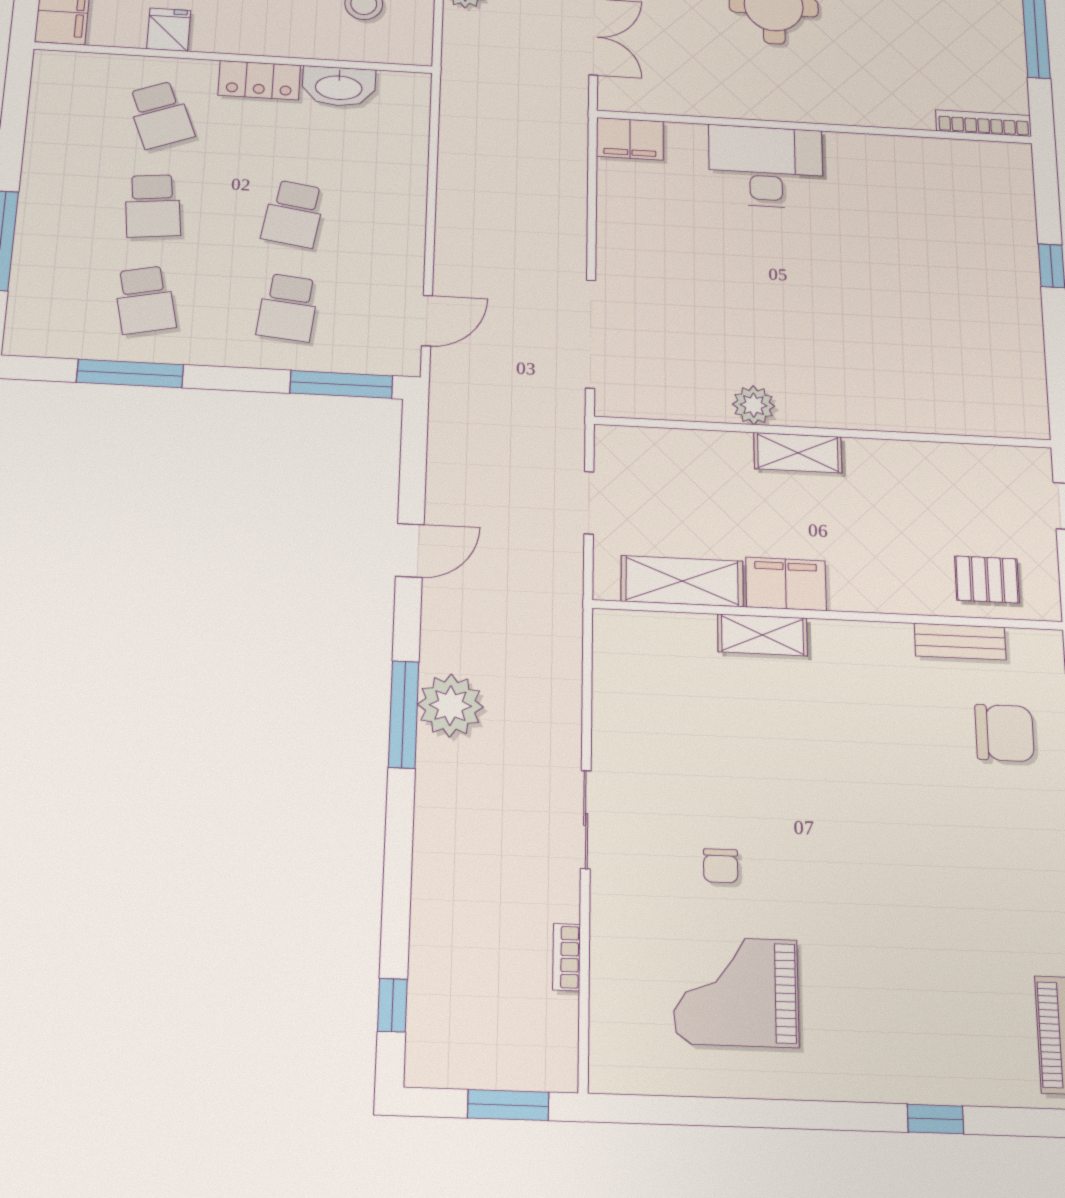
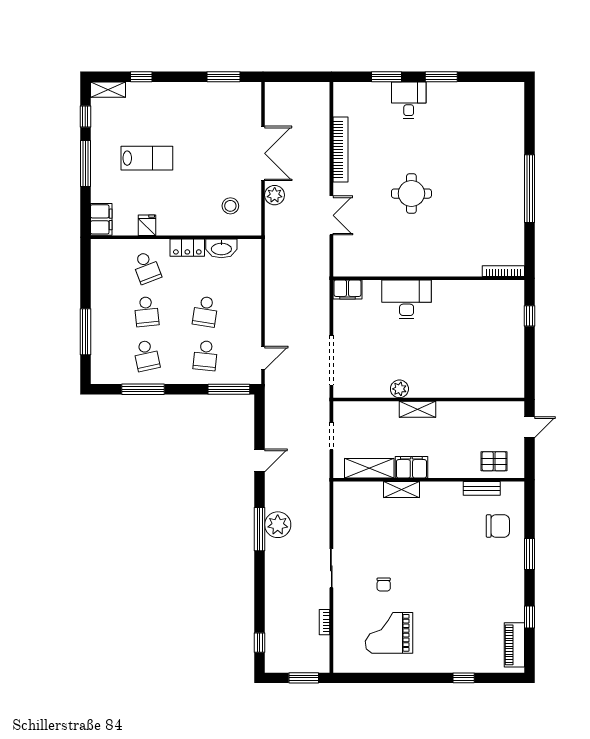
bookcase: (984, 123) -> (503, 271), moved
wall: (815, 127) -> (429, 278), moved
filing cabinet: (630, 139) -> (348, 290), moved
desk: (766, 167) -> (407, 299), moved

